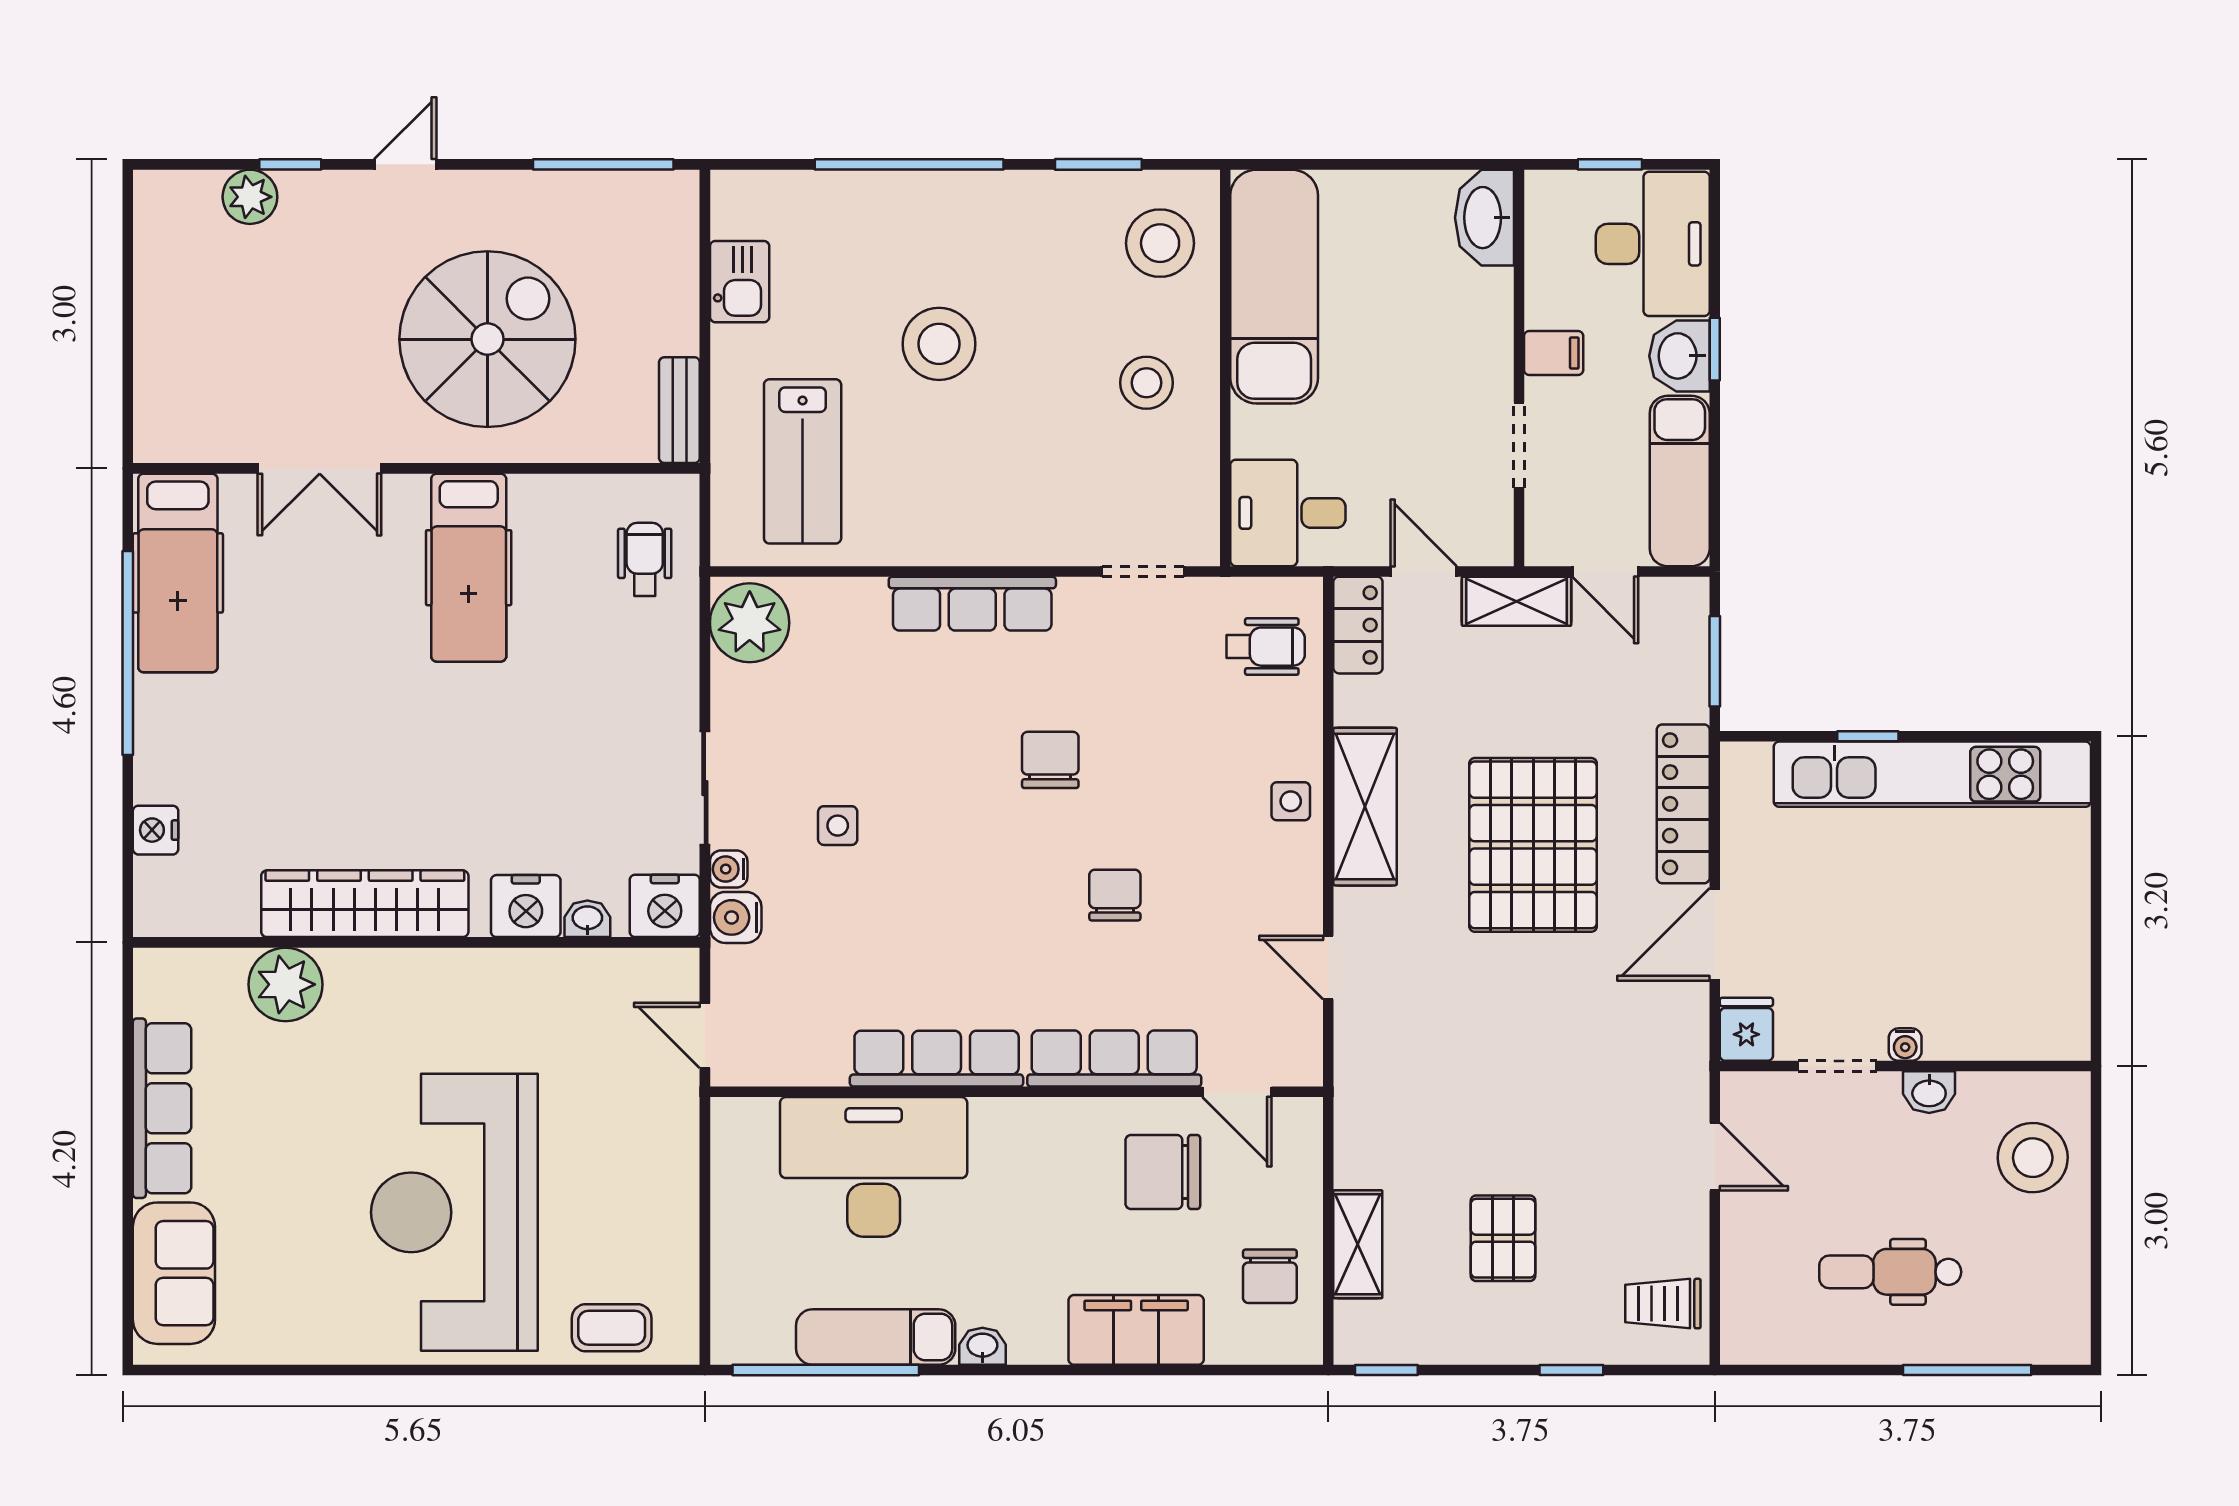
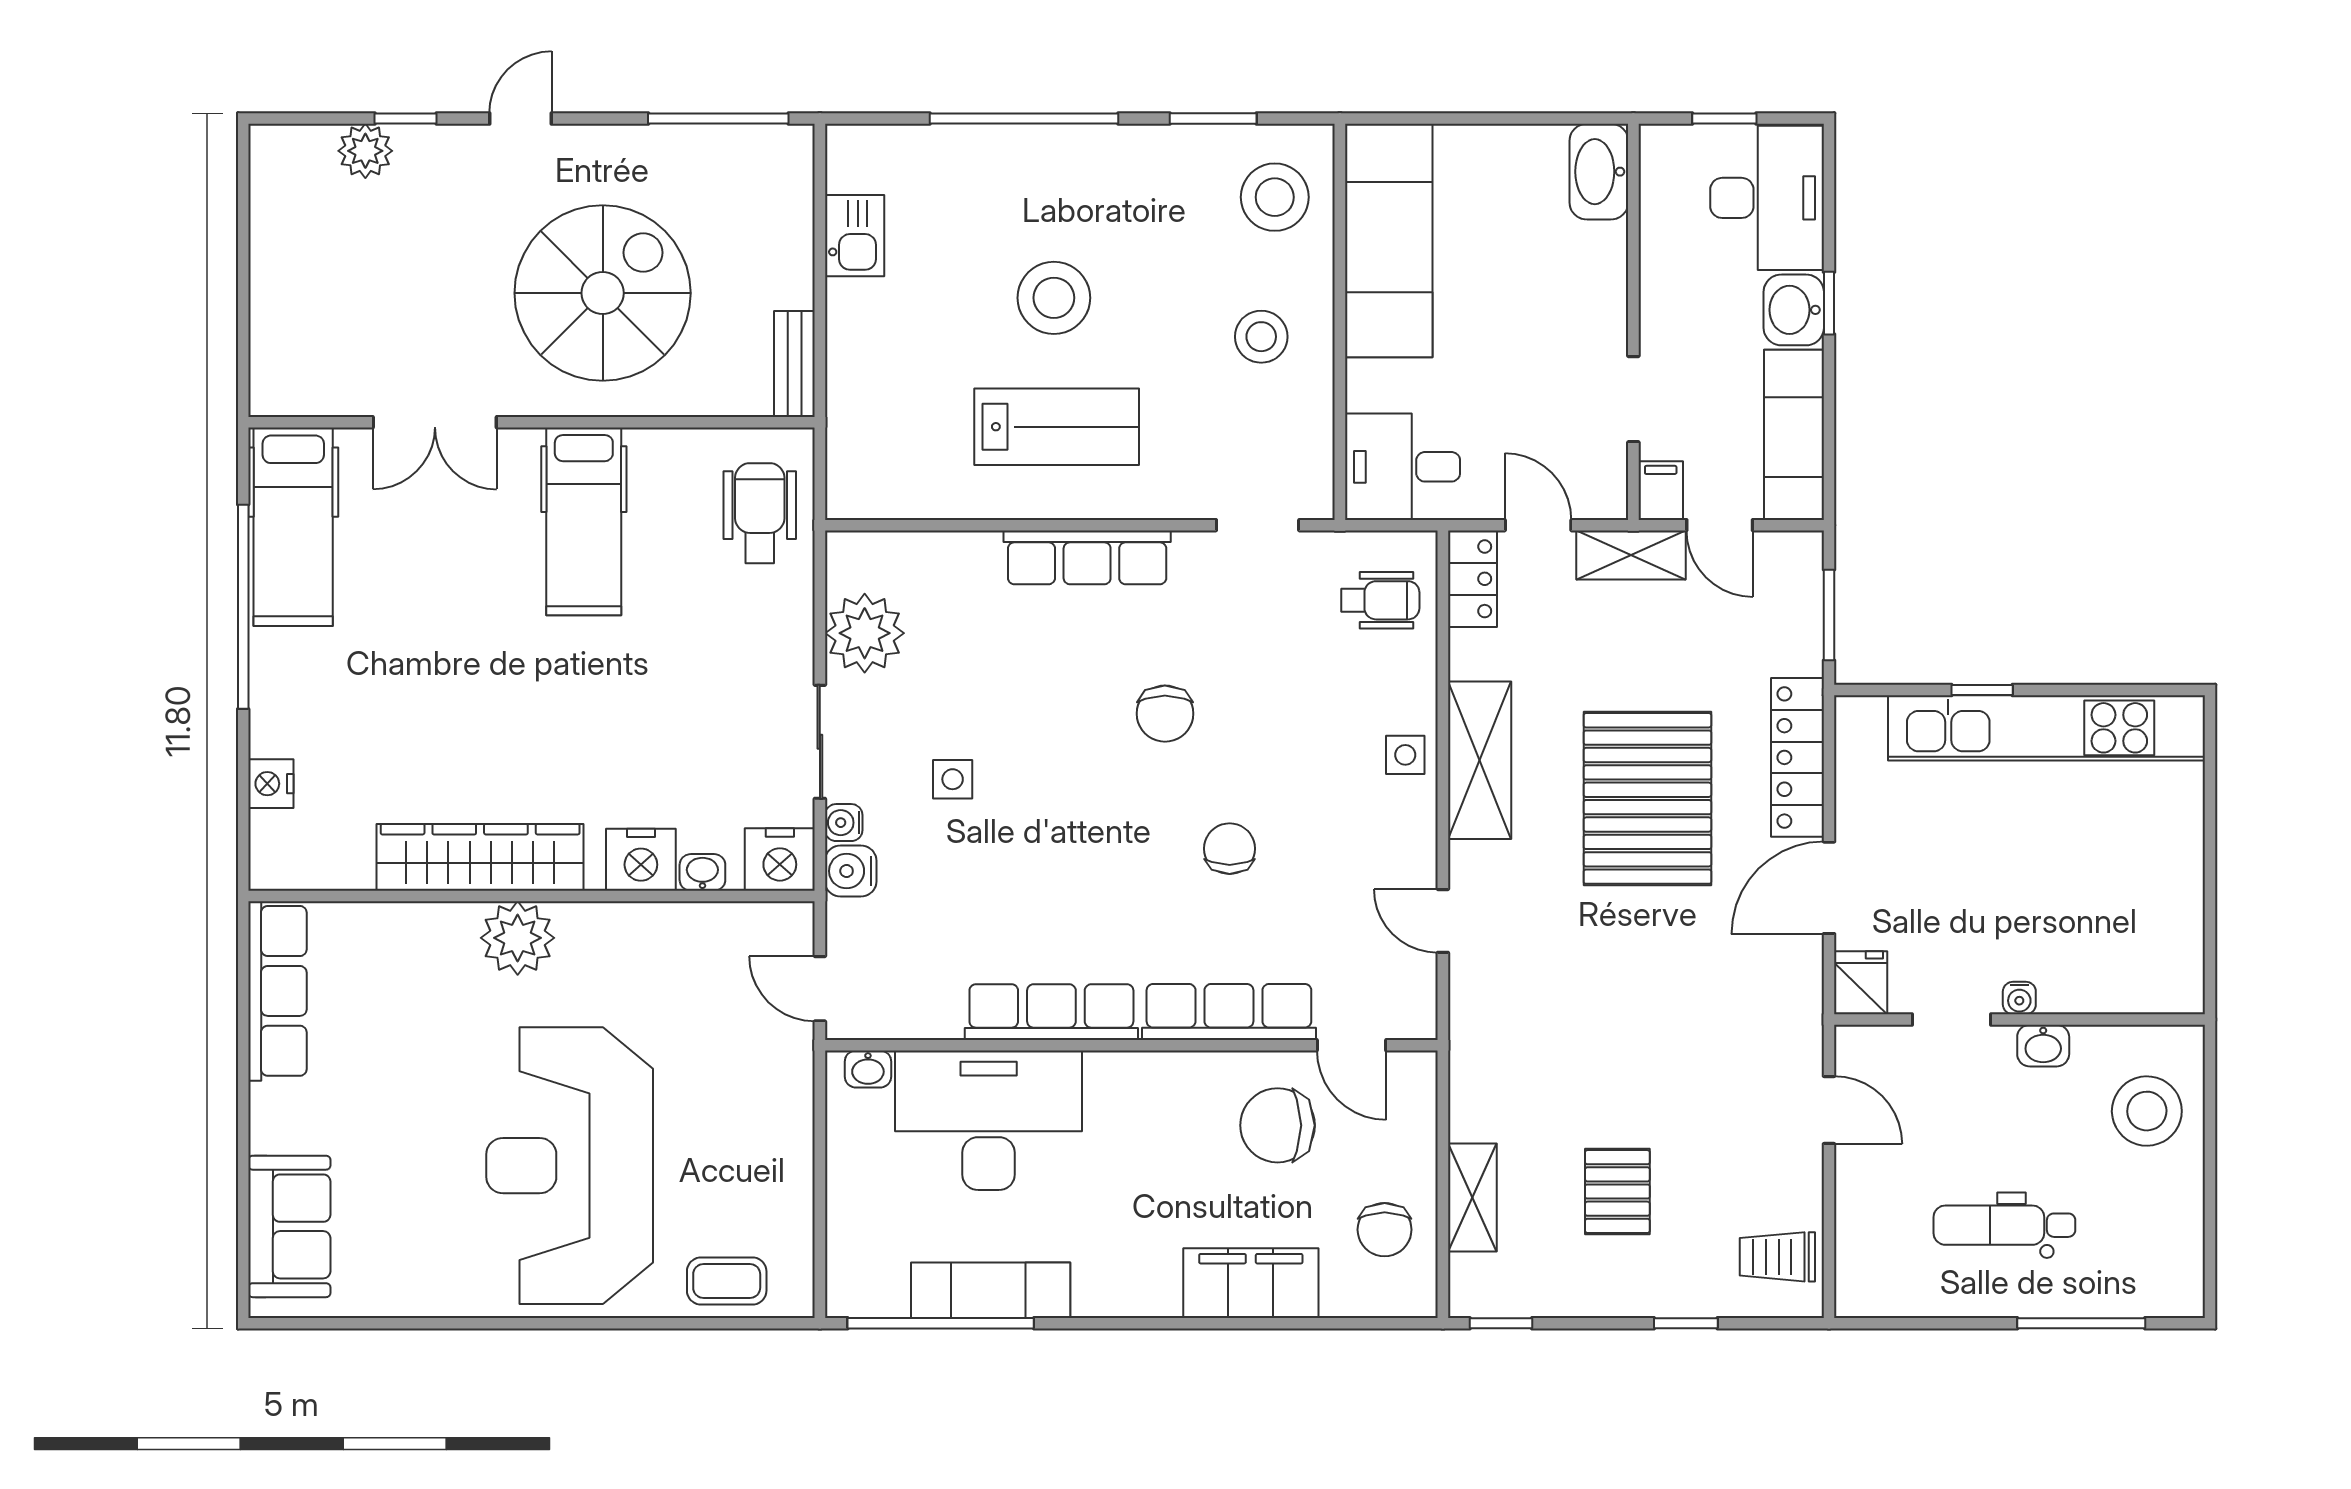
filing cabinet: (1554, 353) -> (1661, 491), moved, turned -90
lab bench: (803, 461) -> (1057, 427), moved, turned -90
wheelchair: (645, 559) -> (760, 513), width x1.36, depth x1.37
plant: (750, 623) -> (865, 633), moved
chair: (1050, 760) -> (1165, 714), turned 180
plant: (285, 984) -> (518, 938), moved
row of seats: (162, 1108) -> (277, 991), moved
washbasin: (982, 1346) -> (868, 1069), moved, turned 180

